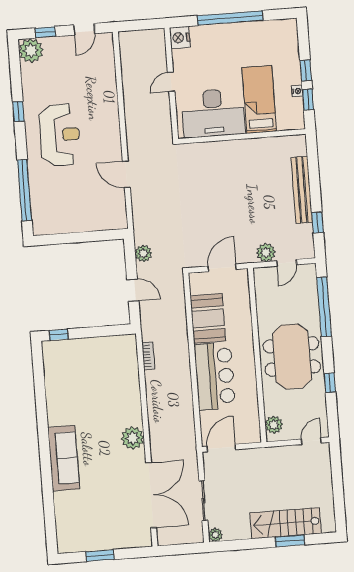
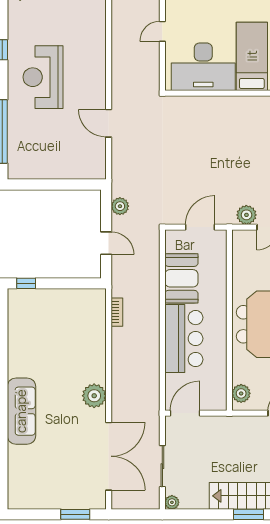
reception desk: (60, 135) -> (43, 77), turned 180
window: (100, 555) -> (75, 514), moved

